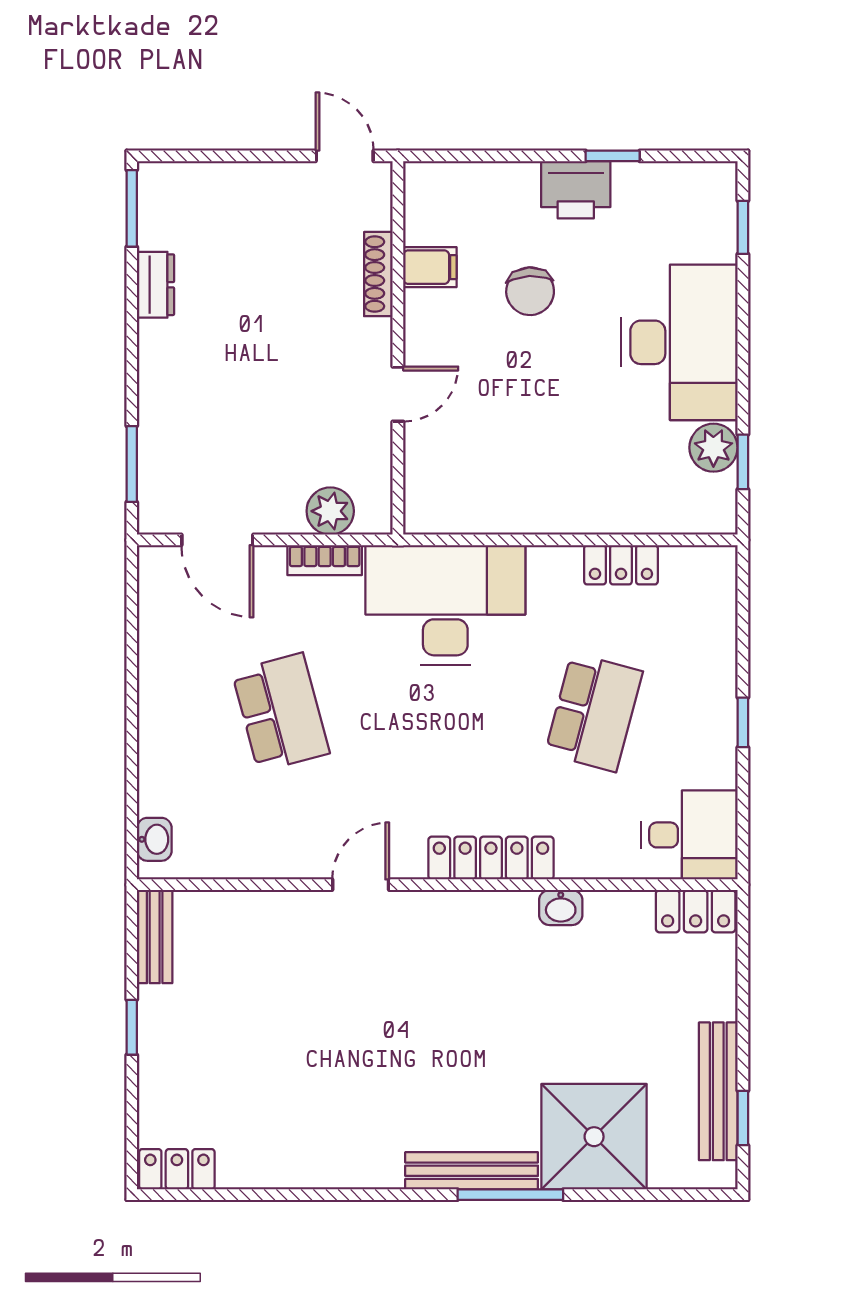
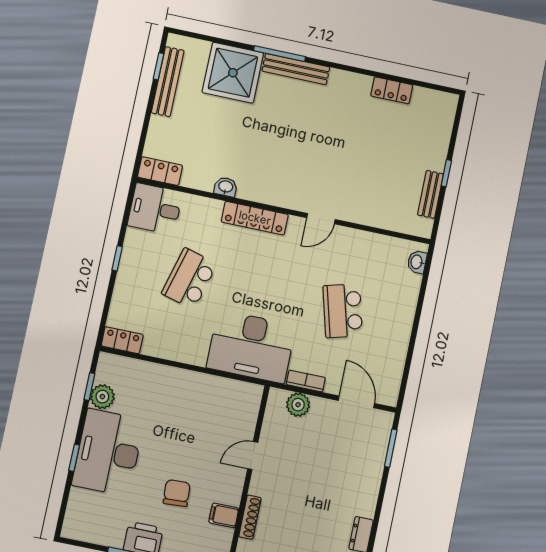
window: (743, 227) -> (74, 458), moved
locker: (621, 565) -> (122, 340), moved
bench: (155, 937) -> (430, 194), moved
locker: (177, 1169) -> (392, 90), moved

